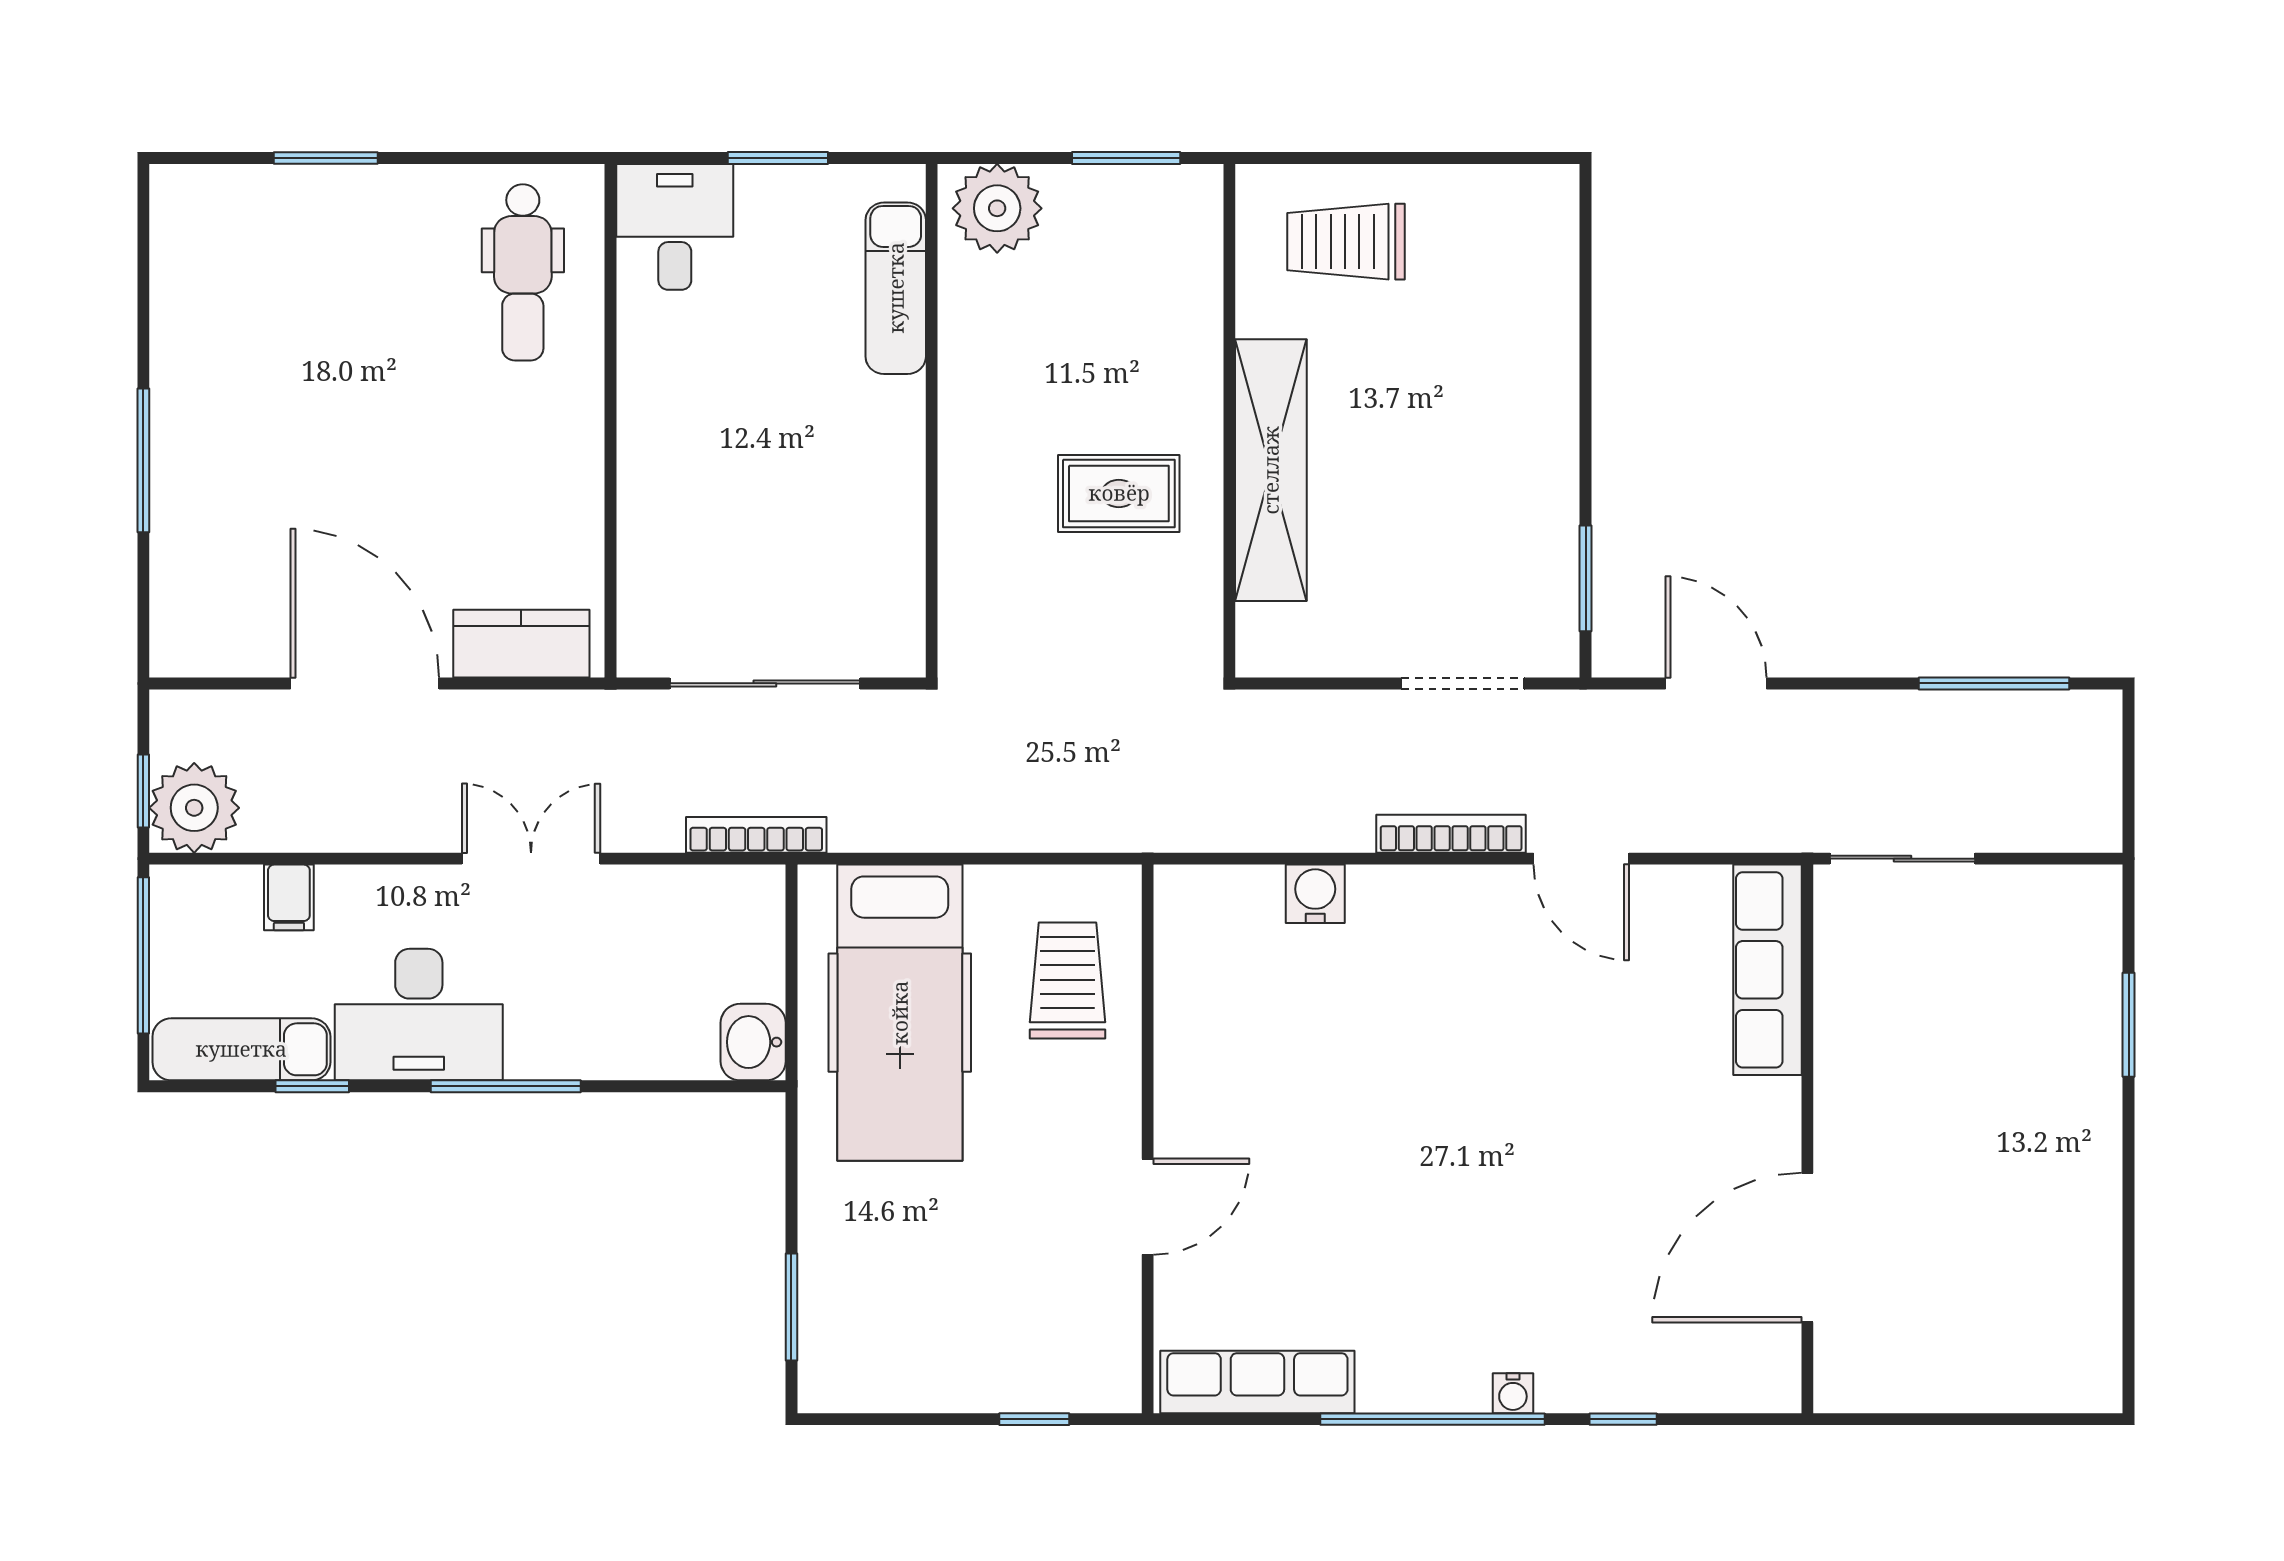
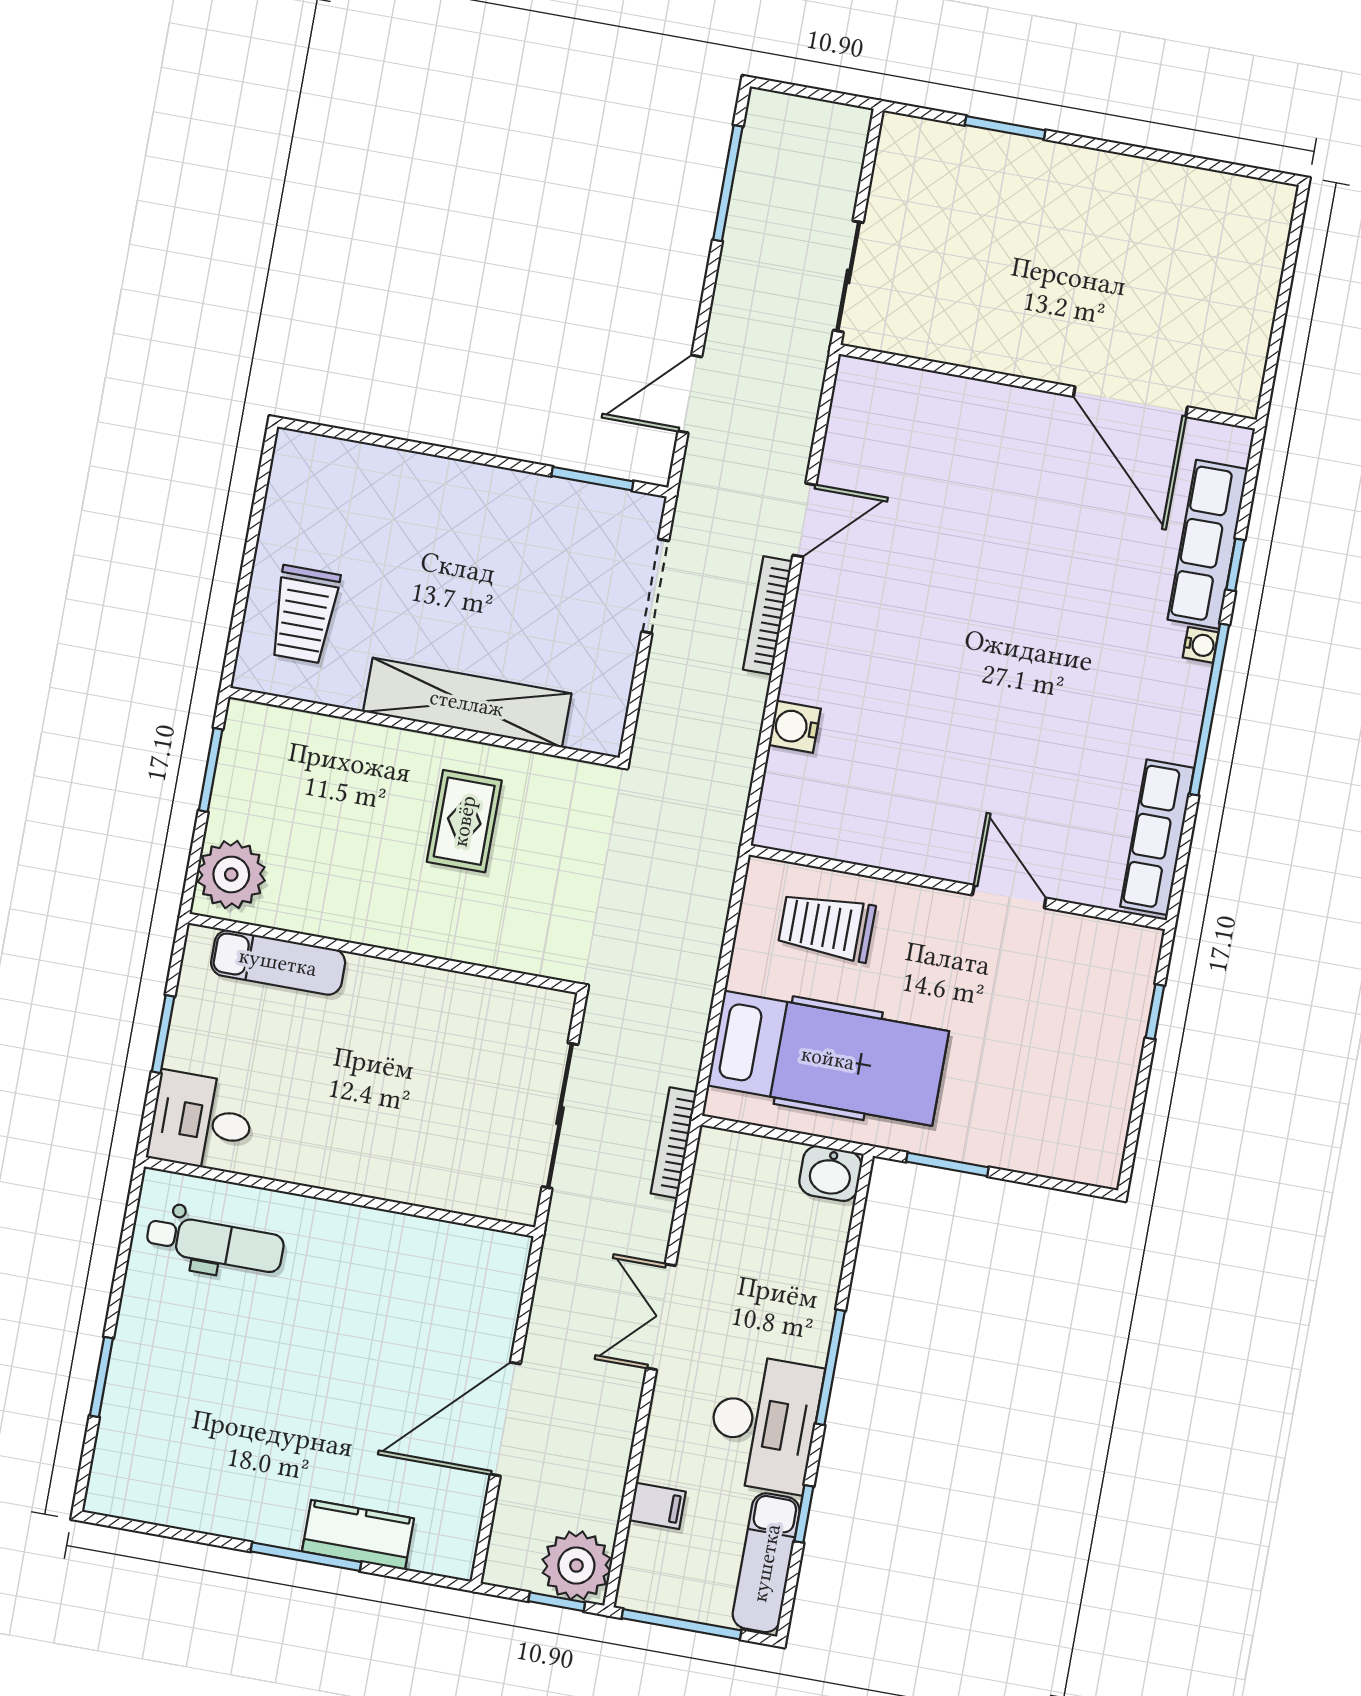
kitchen counter: (521, 644) -> (358, 1535), moved, turned 90
row of seats: (1767, 970) -> (1208, 544), moved, turned 90
window: (791, 1307) -> (947, 1164), moved

